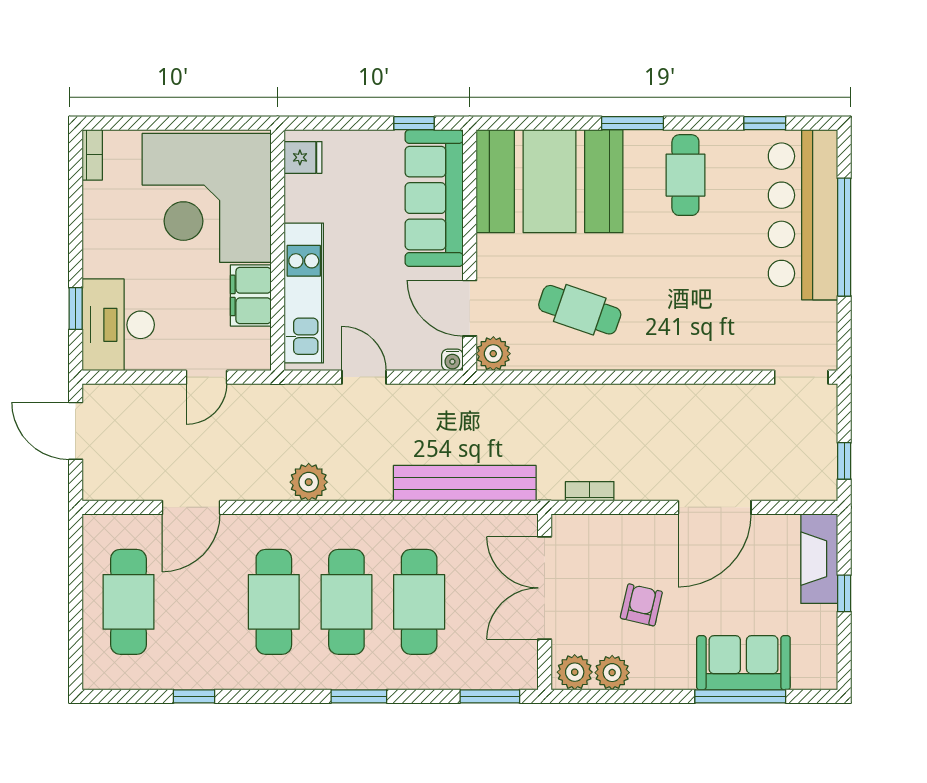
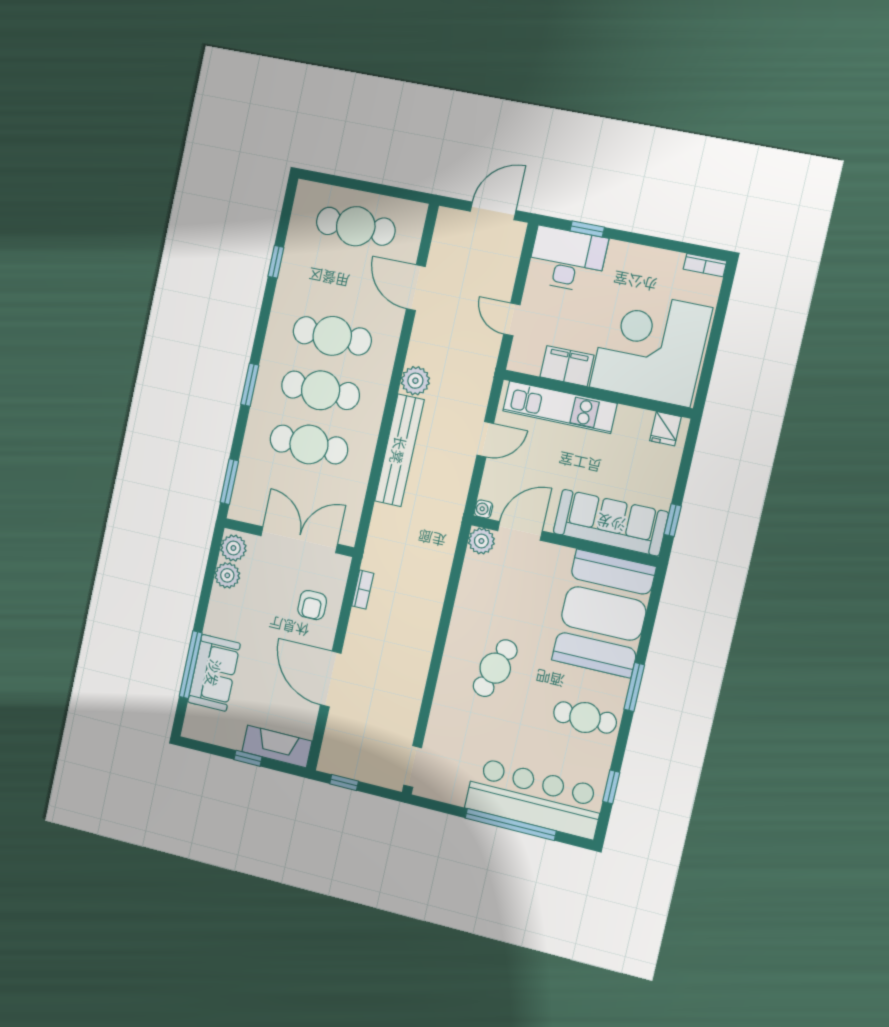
cafe table: (580, 310) -> (495, 668), moved
bench: (465, 483) -> (399, 450), moved
armchair: (641, 605) -> (312, 605), moved, turned 77

